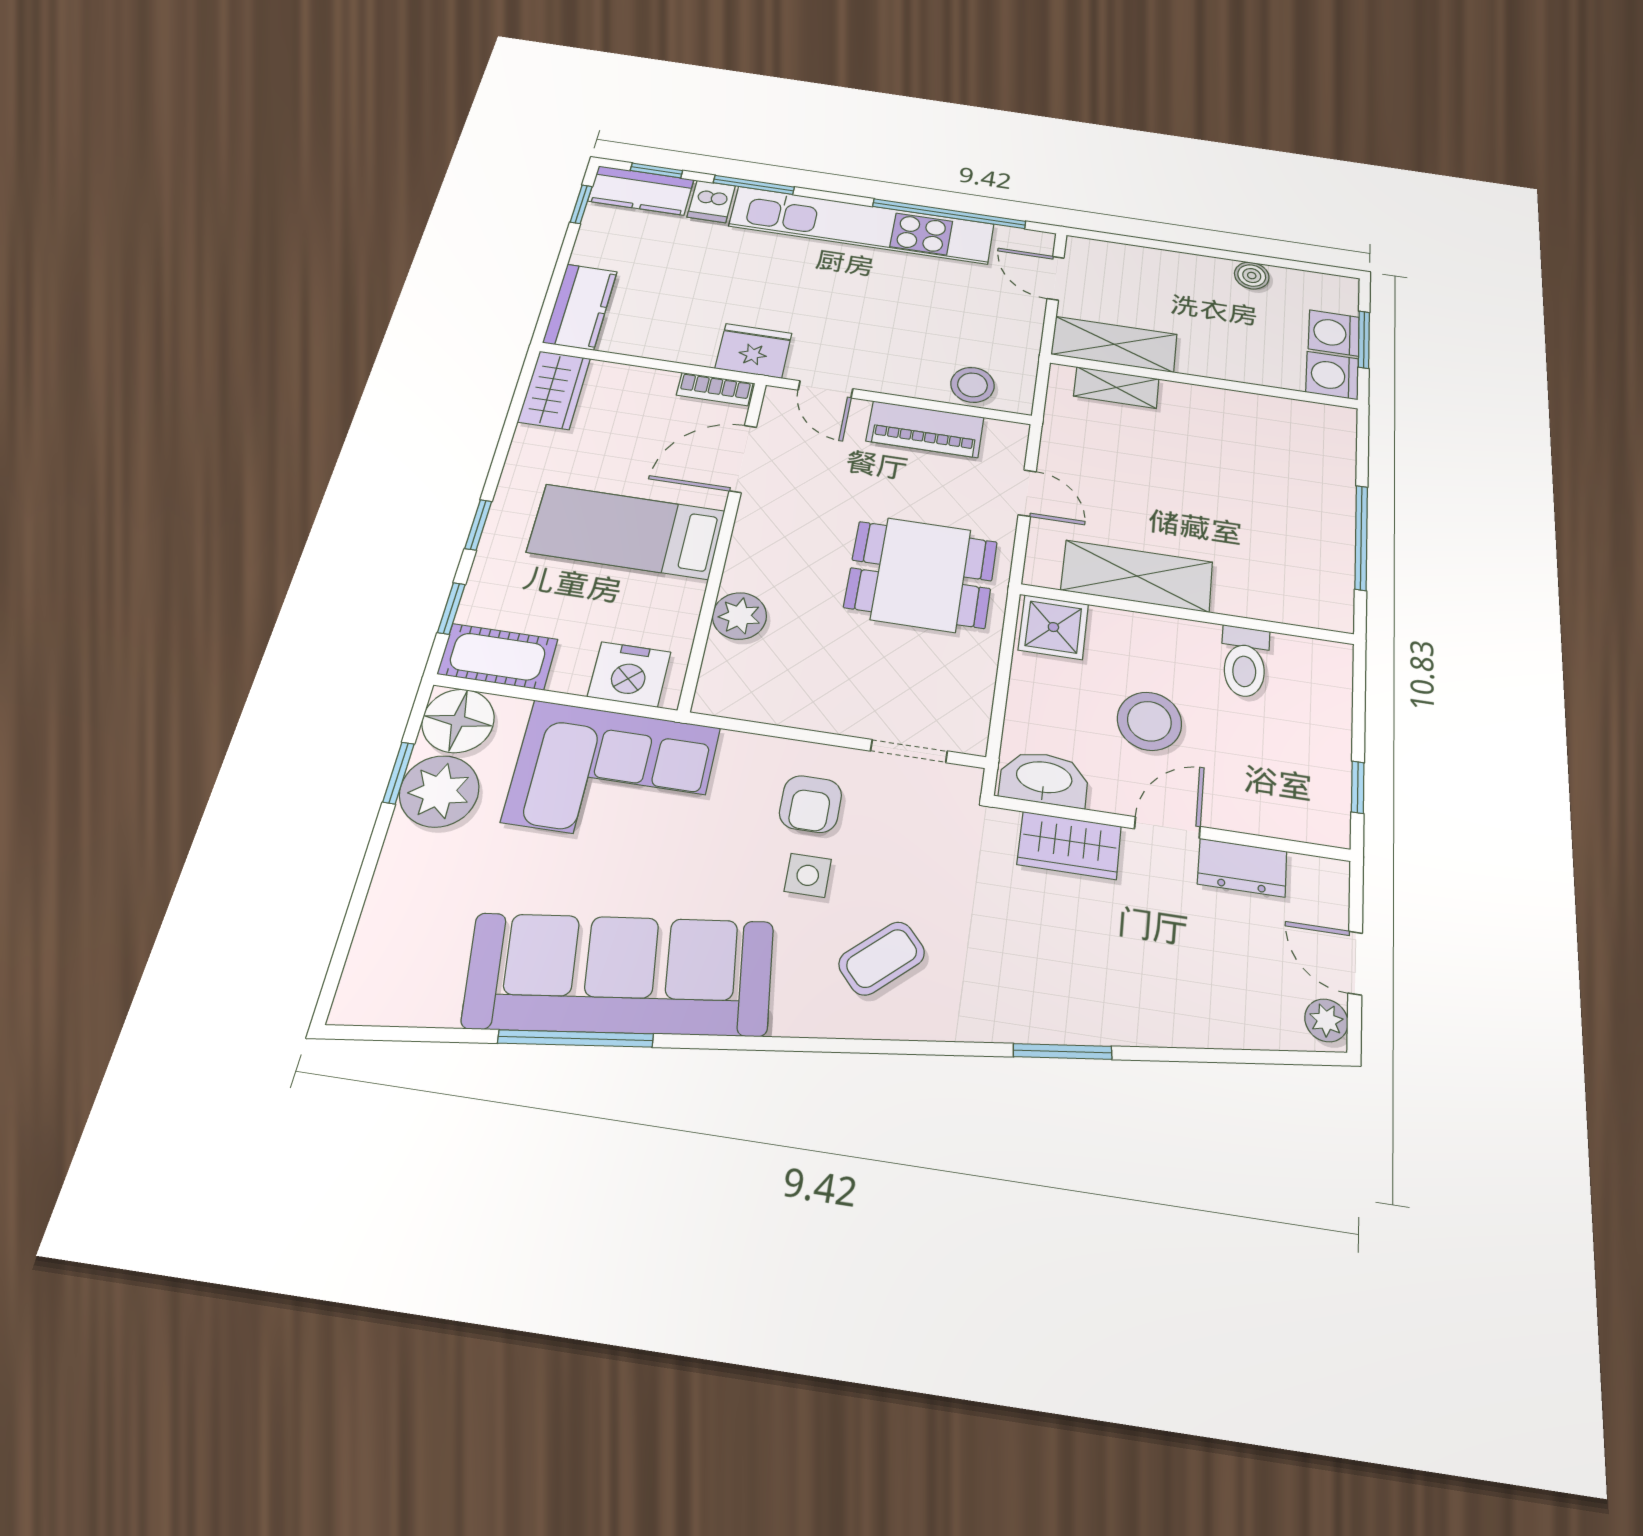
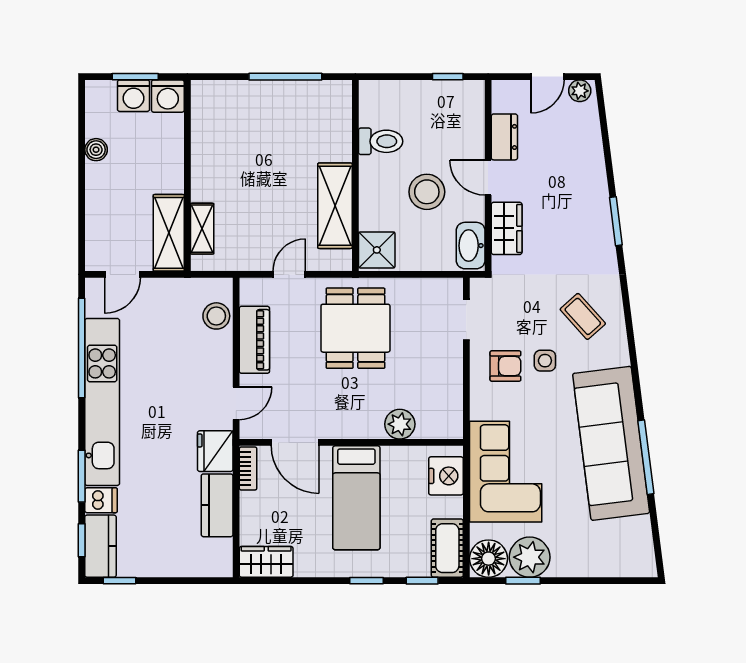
kitchen counter: (580, 307) -> (217, 505), moved, turned -90

